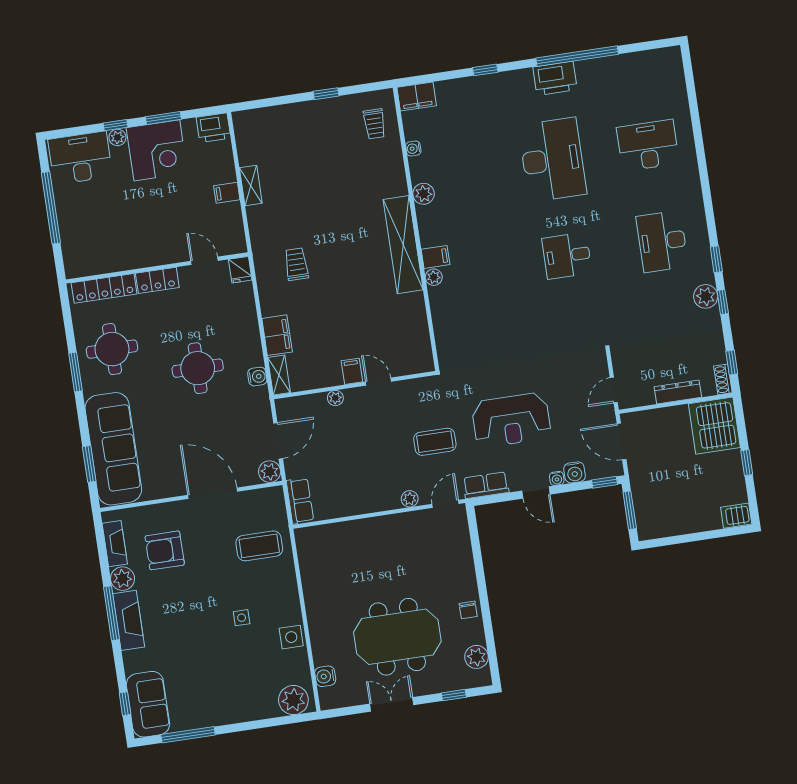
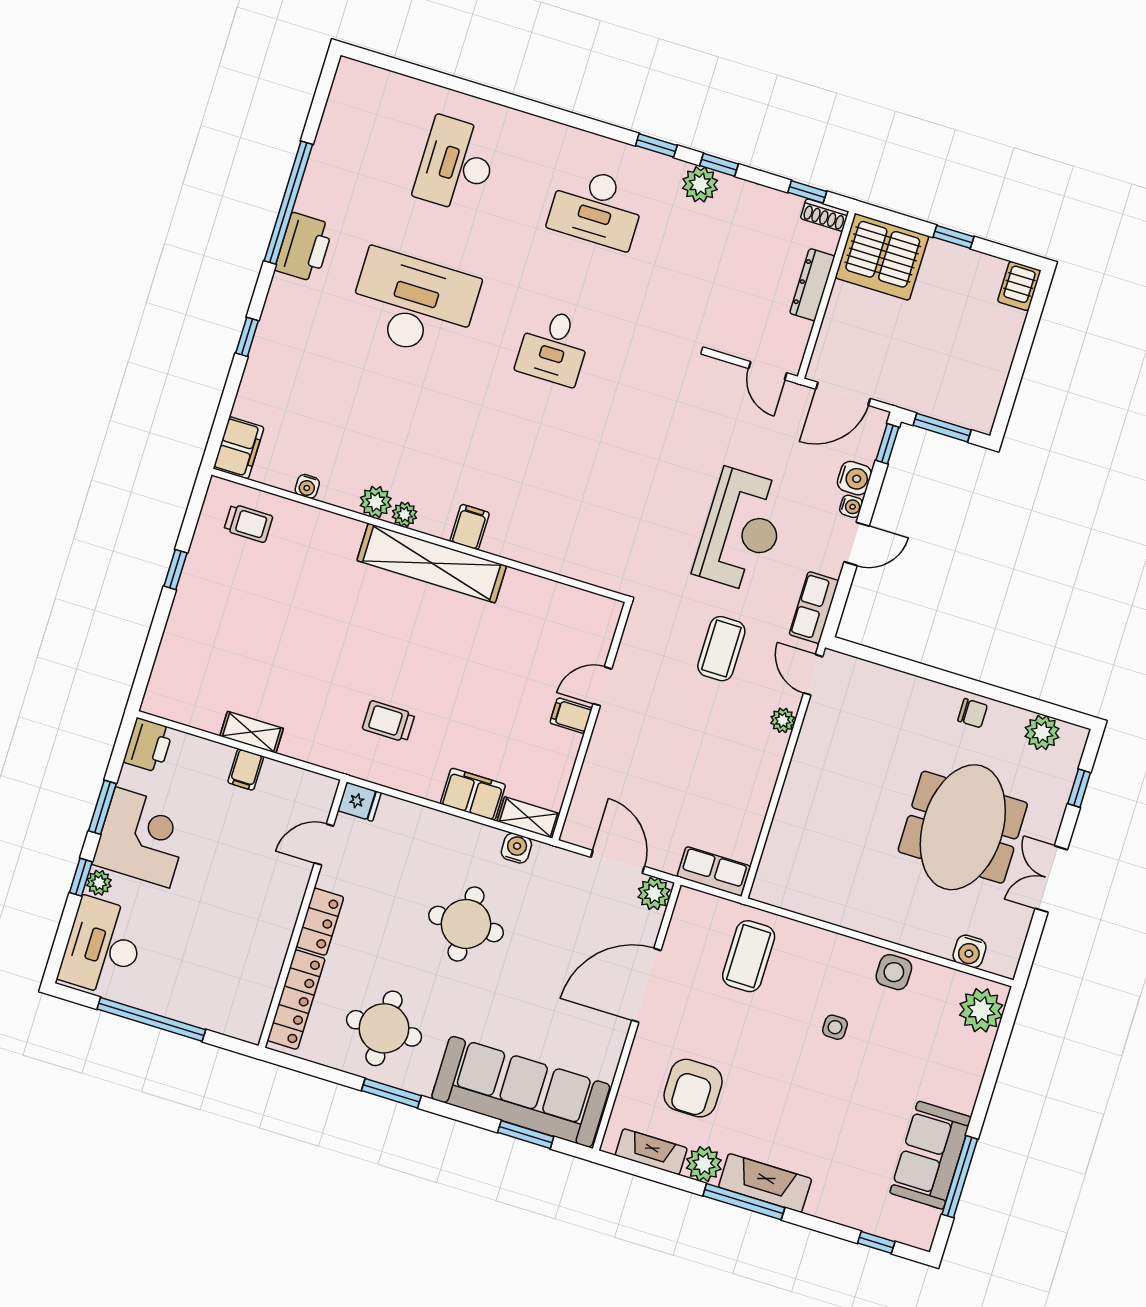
plant: (434, 277) -> (405, 514), moved
plant: (335, 398) -> (597, 756), removed
sofa: (148, 704) -> (931, 1155), moved, turned -90

